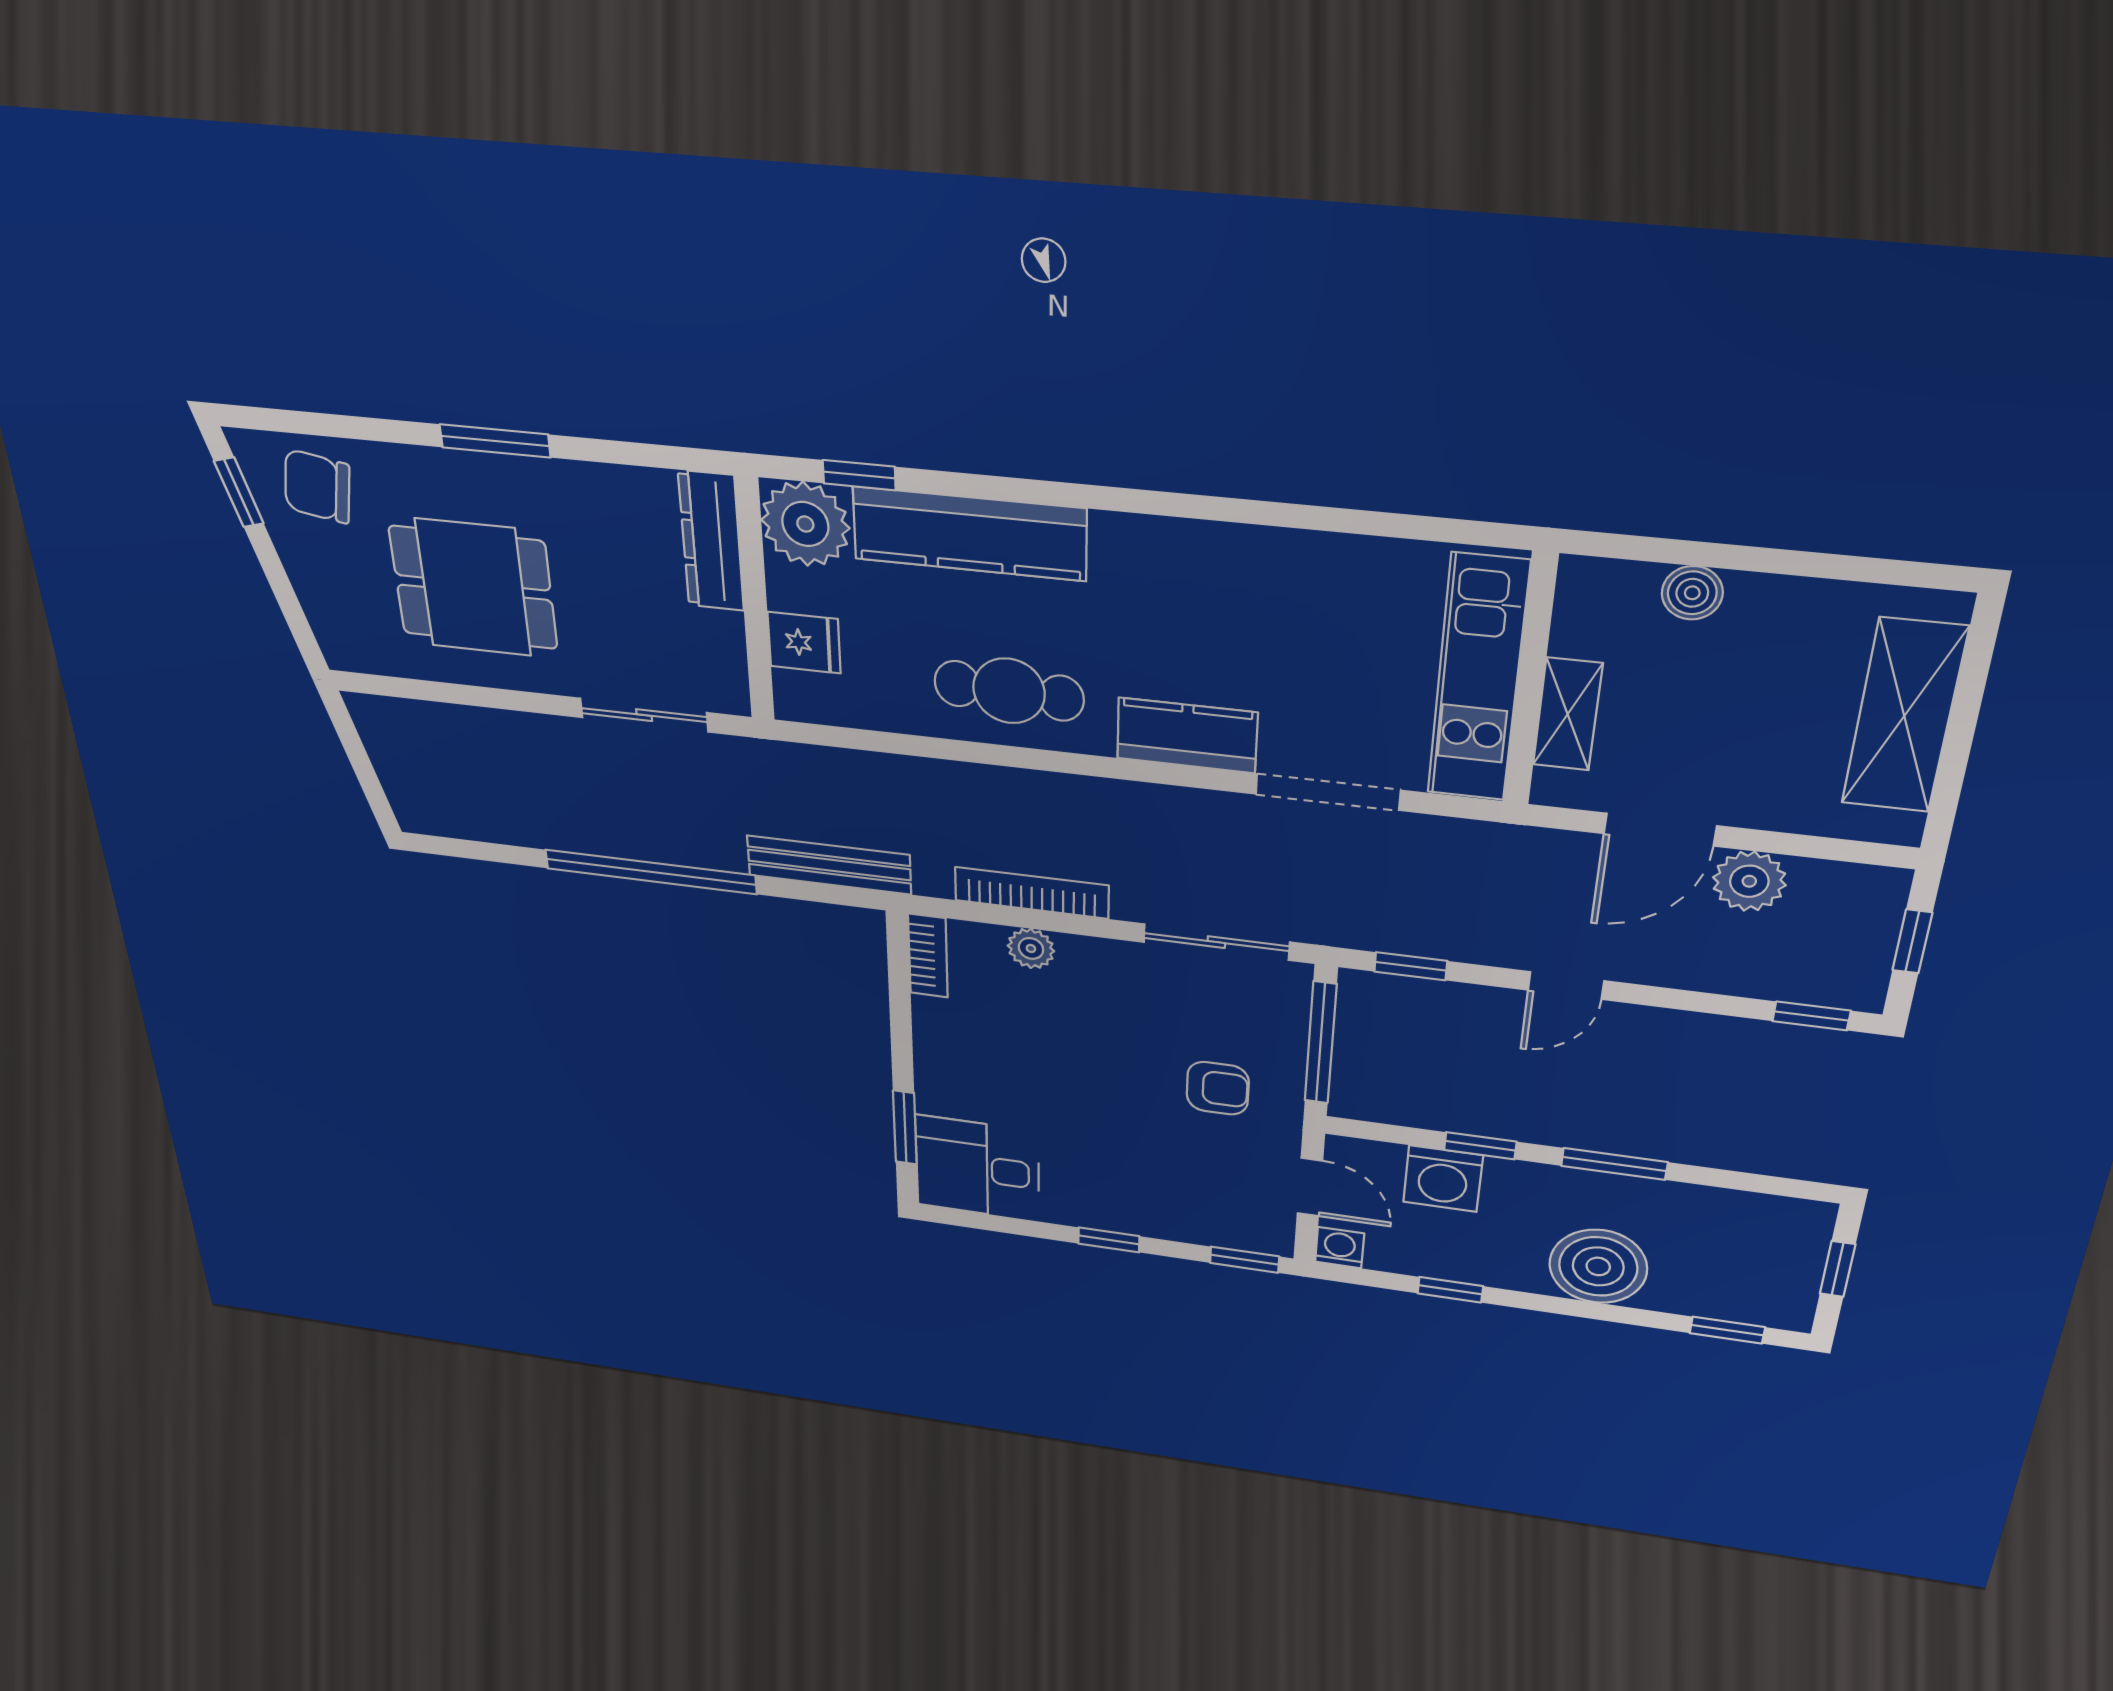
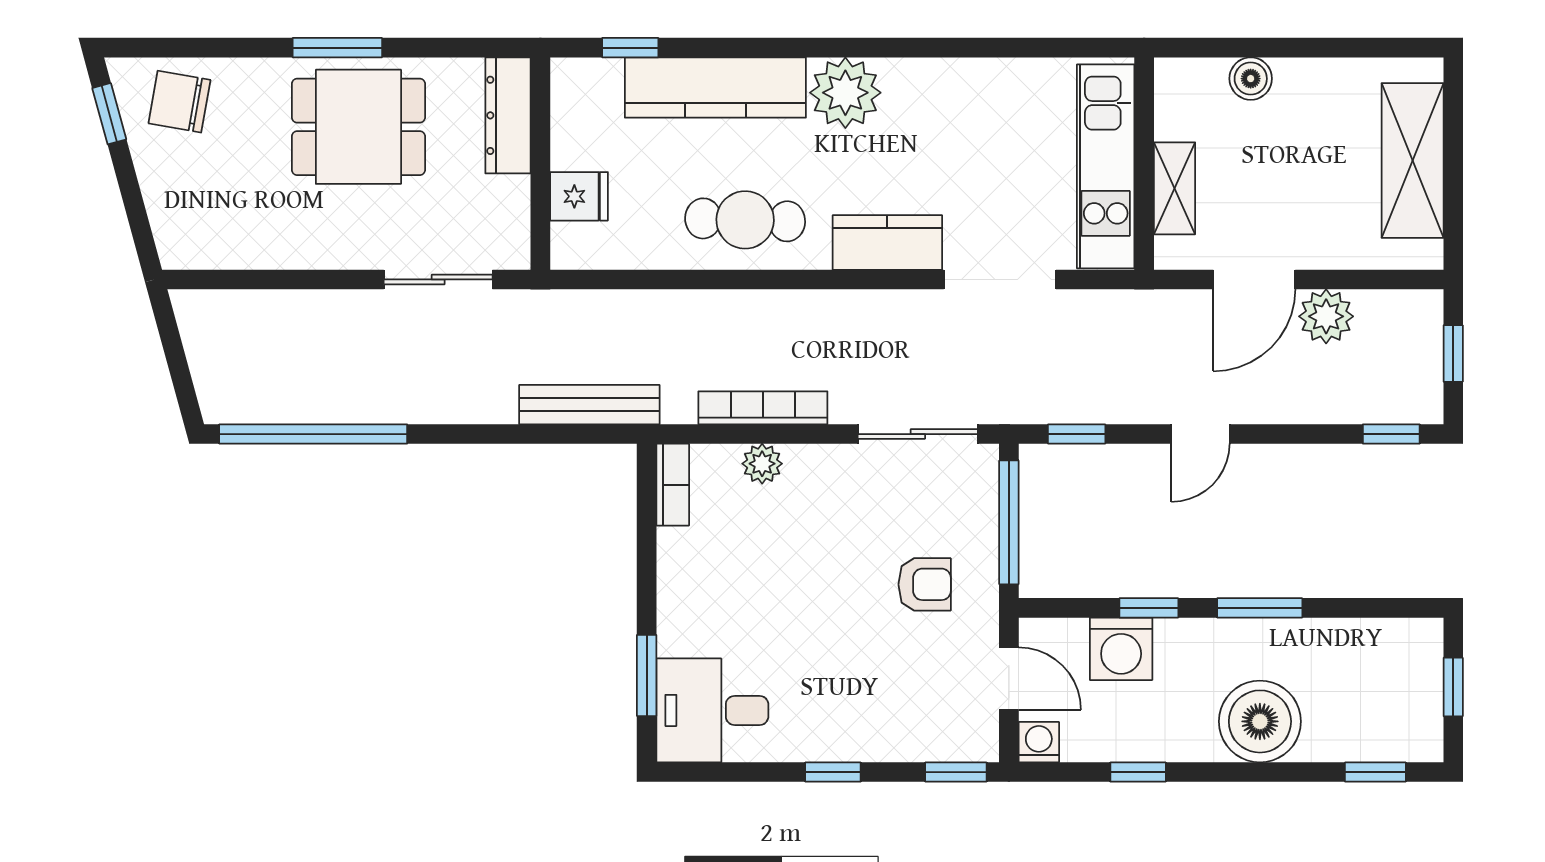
plant: (805, 524) -> (845, 93), moved
dining table: (473, 588) -> (358, 127), moved
window: (651, 872) -> (313, 434), moved

